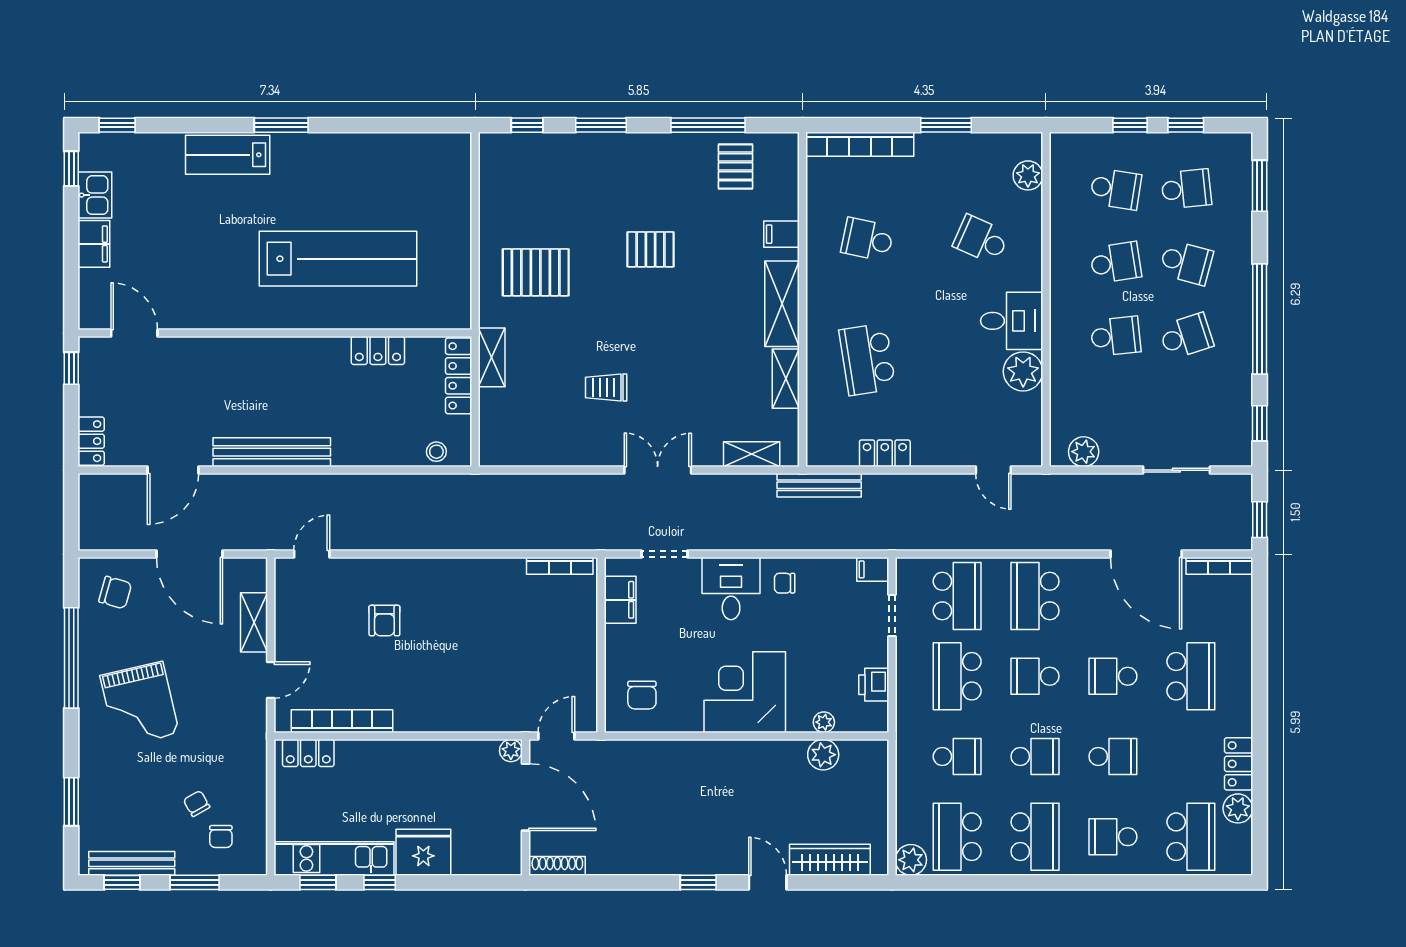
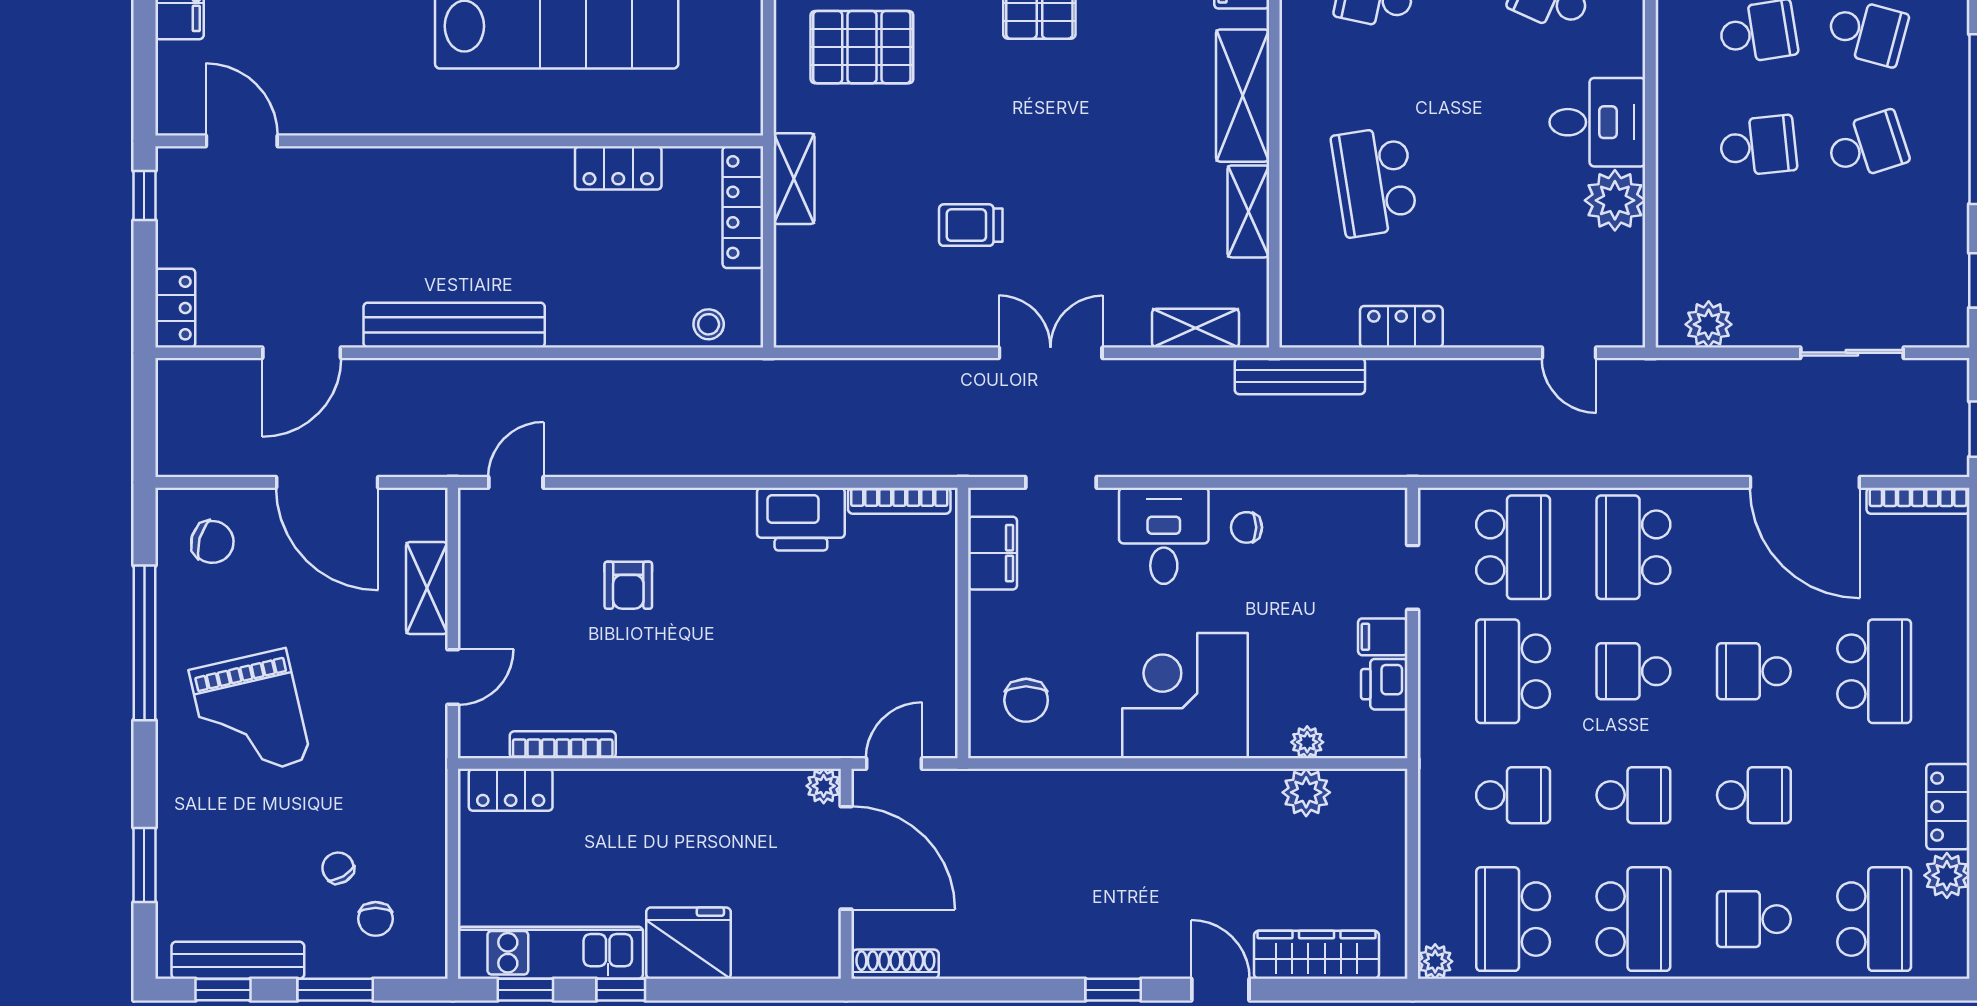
filing cabinet: (873, 569) -> (1383, 637), moved
printer: (496, 578) -> (801, 519), added
bookcase: (342, 721) -> (563, 745), width x0.68, depth x0.76
plant: (911, 860) -> (1435, 961), width x0.73, depth x0.73

